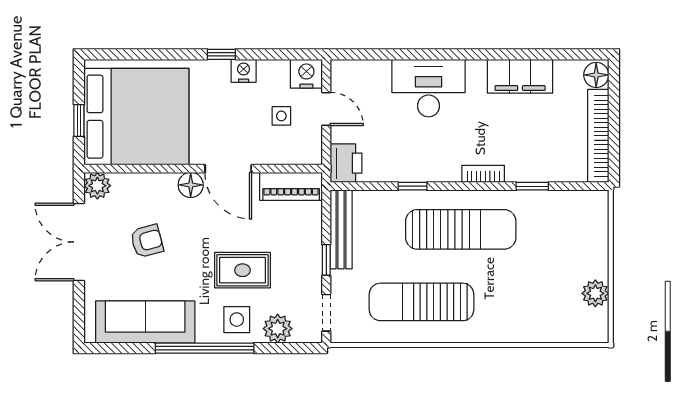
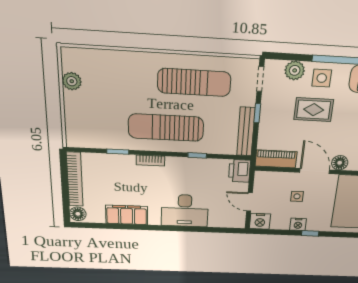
side table: (281, 116) -> (297, 196), moved

